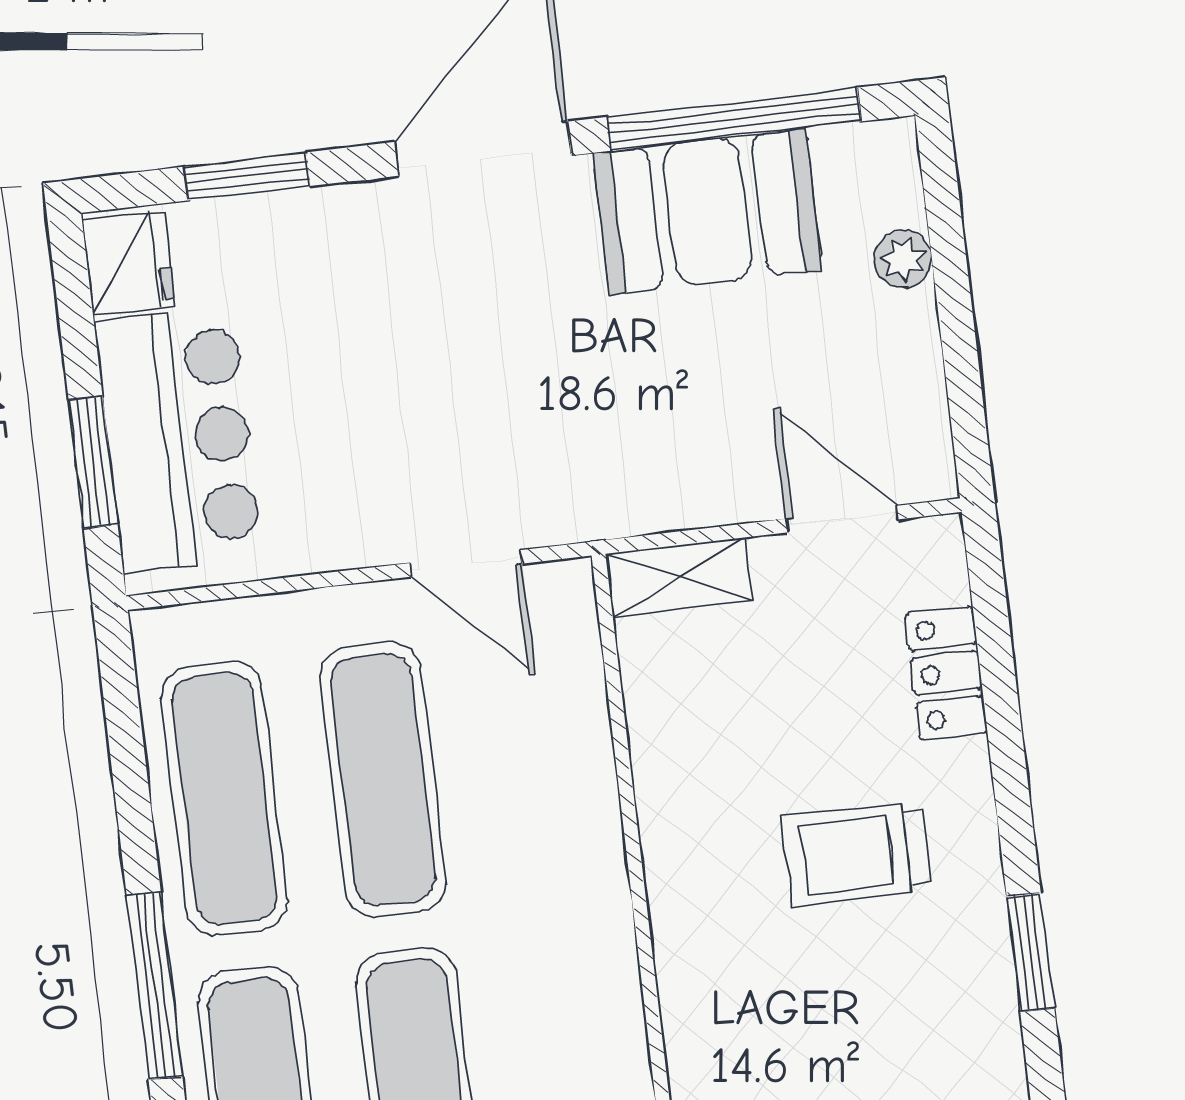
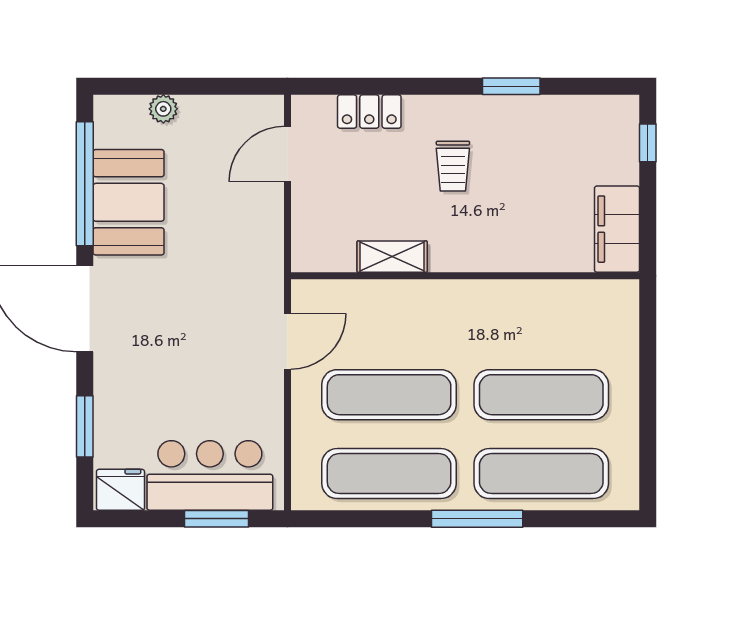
shelving: (679, 577) -> (392, 257), moved, turned 90
trolley: (857, 854) -> (453, 166), width x0.73, depth x0.72

